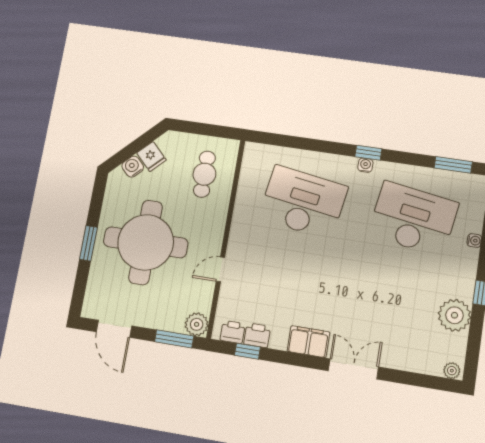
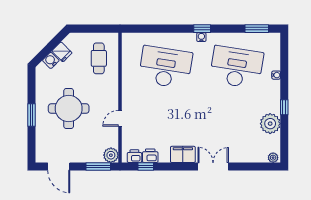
round table: (146, 242) -> (69, 109), width x0.73, depth x0.73

